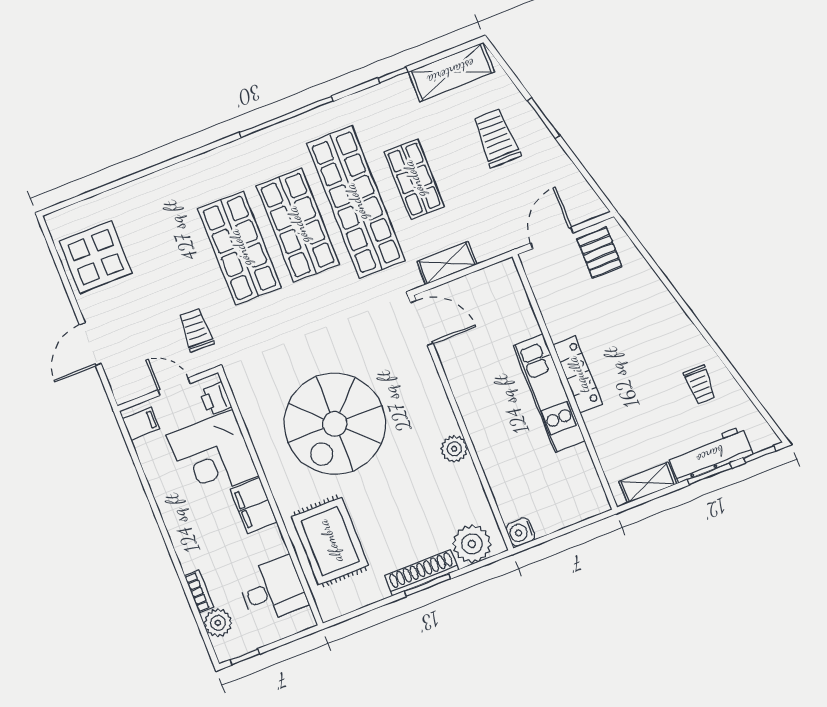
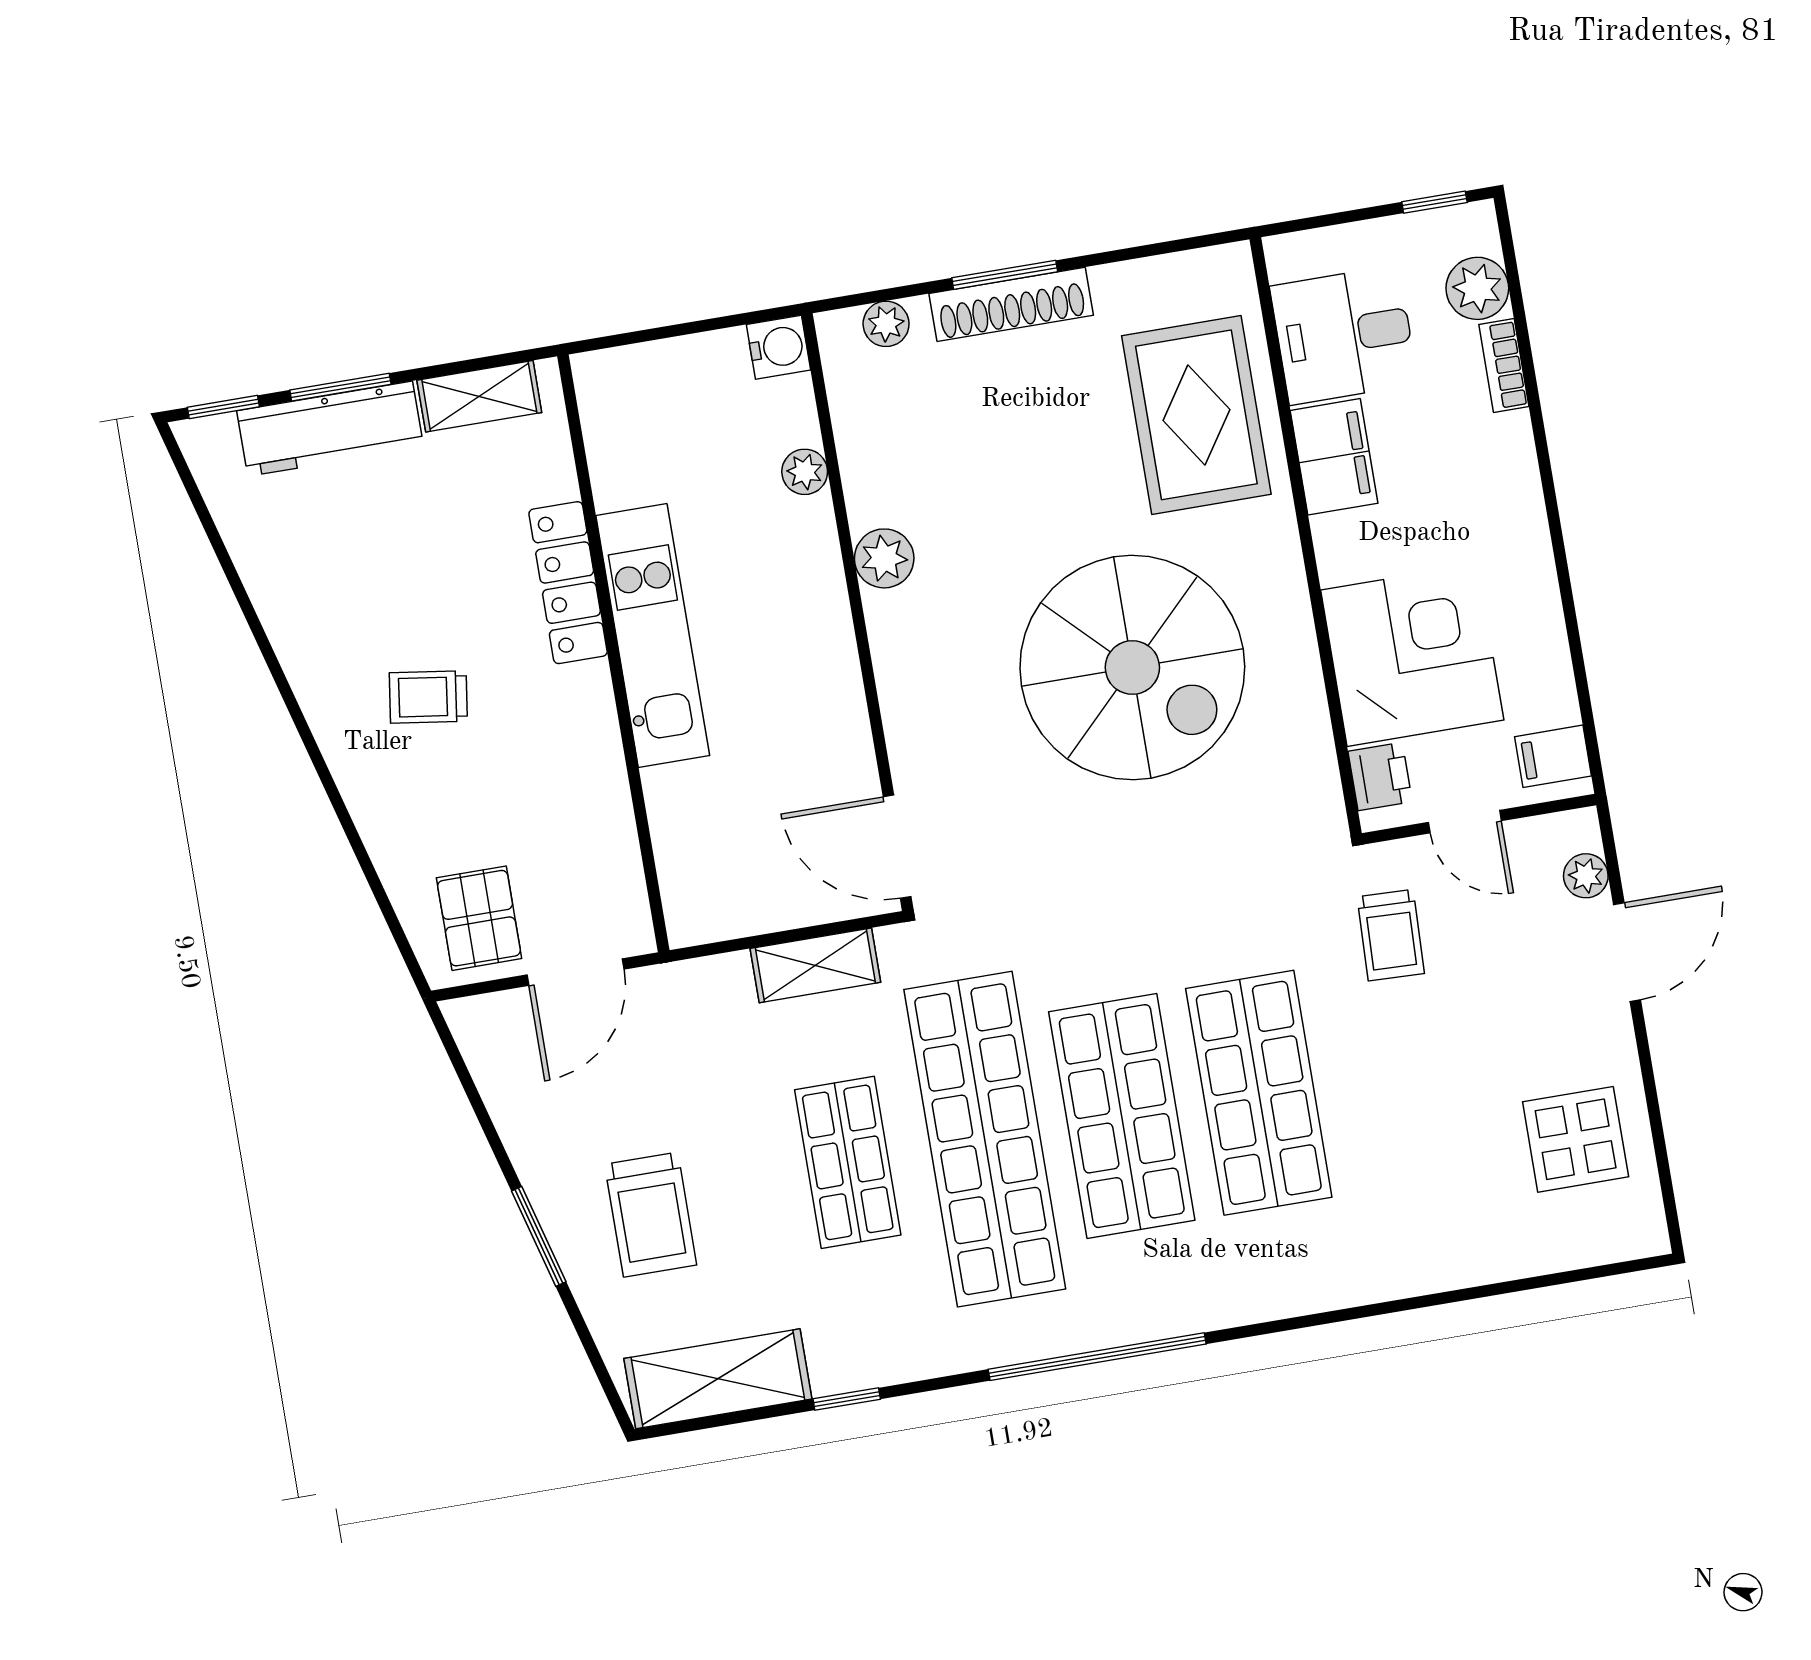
display table: (96, 257) -> (1576, 1139), width x0.73, depth x0.73
plant: (116, 374) -> (1586, 876), added
locker: (578, 375) -> (568, 583), moved
trolley: (700, 385) -> (428, 697), moved, turned -82
spiral stairs: (335, 424) -> (1132, 667), turned 90
plant: (497, 480) -> (805, 472), added
filing cabinet: (254, 506) -> (1334, 457), moved
plant: (472, 544) -> (886, 324), width x0.53, depth x0.53

